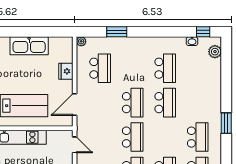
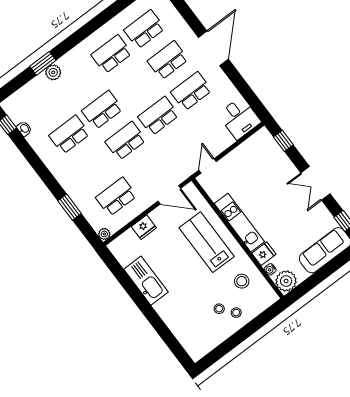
plant: (215, 52) -> (53, 72), moved
window: (226, 123) -> (43, 63), moved

